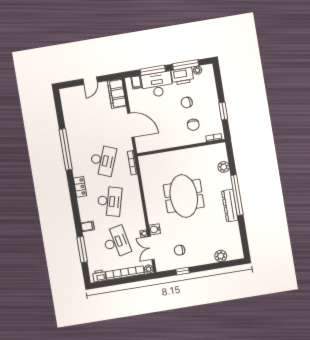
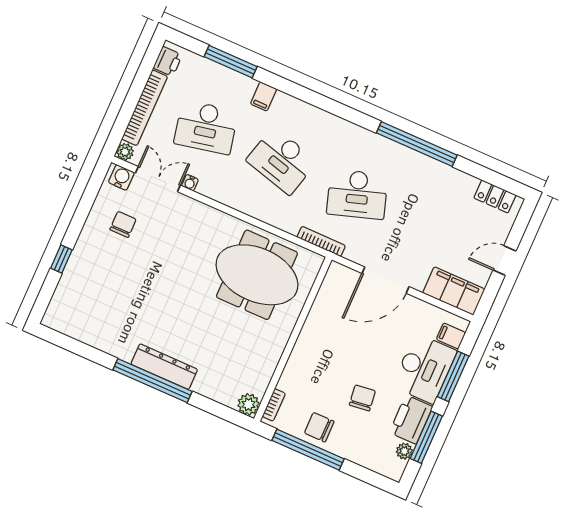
door: (90, 81) -> (505, 260), hinge flipped
window: (223, 111) -> (308, 450), width x2.11
chair: (193, 125) -> (319, 427), moved
desk: (103, 160) -> (357, 194), turned -39
plant: (224, 167) -> (248, 404), moved
locker: (80, 187) -> (495, 196), moved
meeting table: (184, 196) -> (257, 275), moved
dresser: (230, 206) -> (164, 367), moved
water cooler: (155, 229) -> (121, 177), moved
plant: (221, 256) -> (68, 287), removed
window: (183, 271) -> (61, 259), moved

